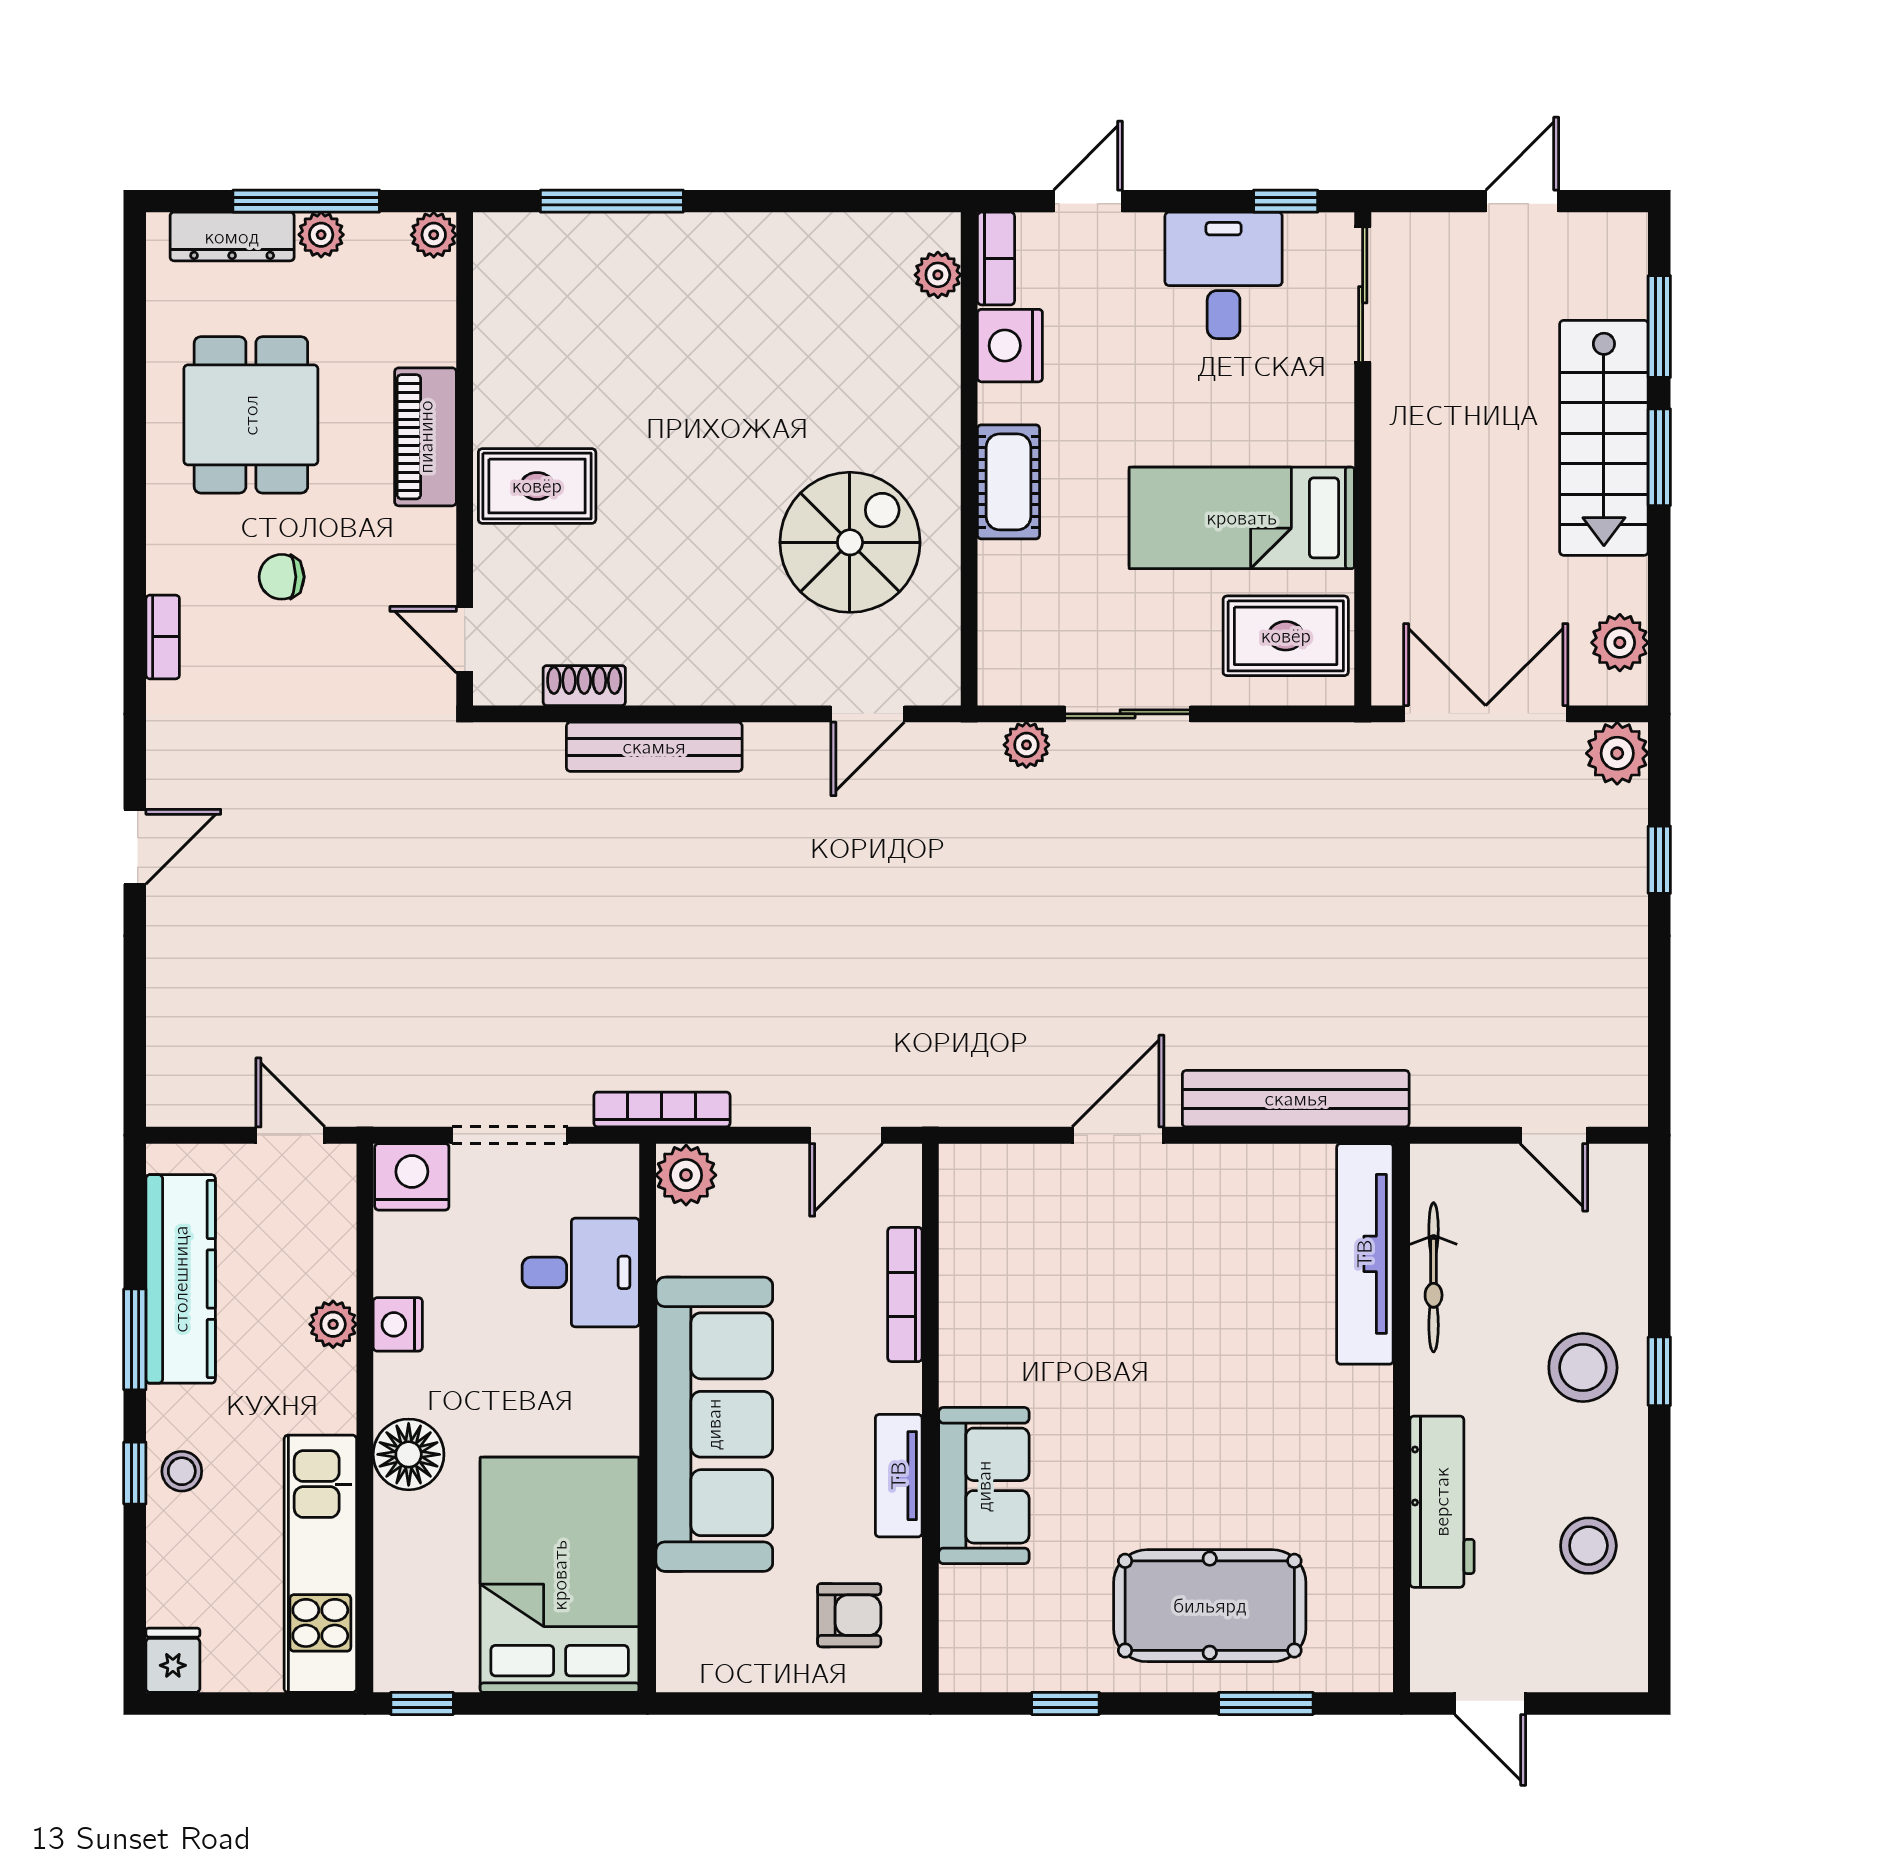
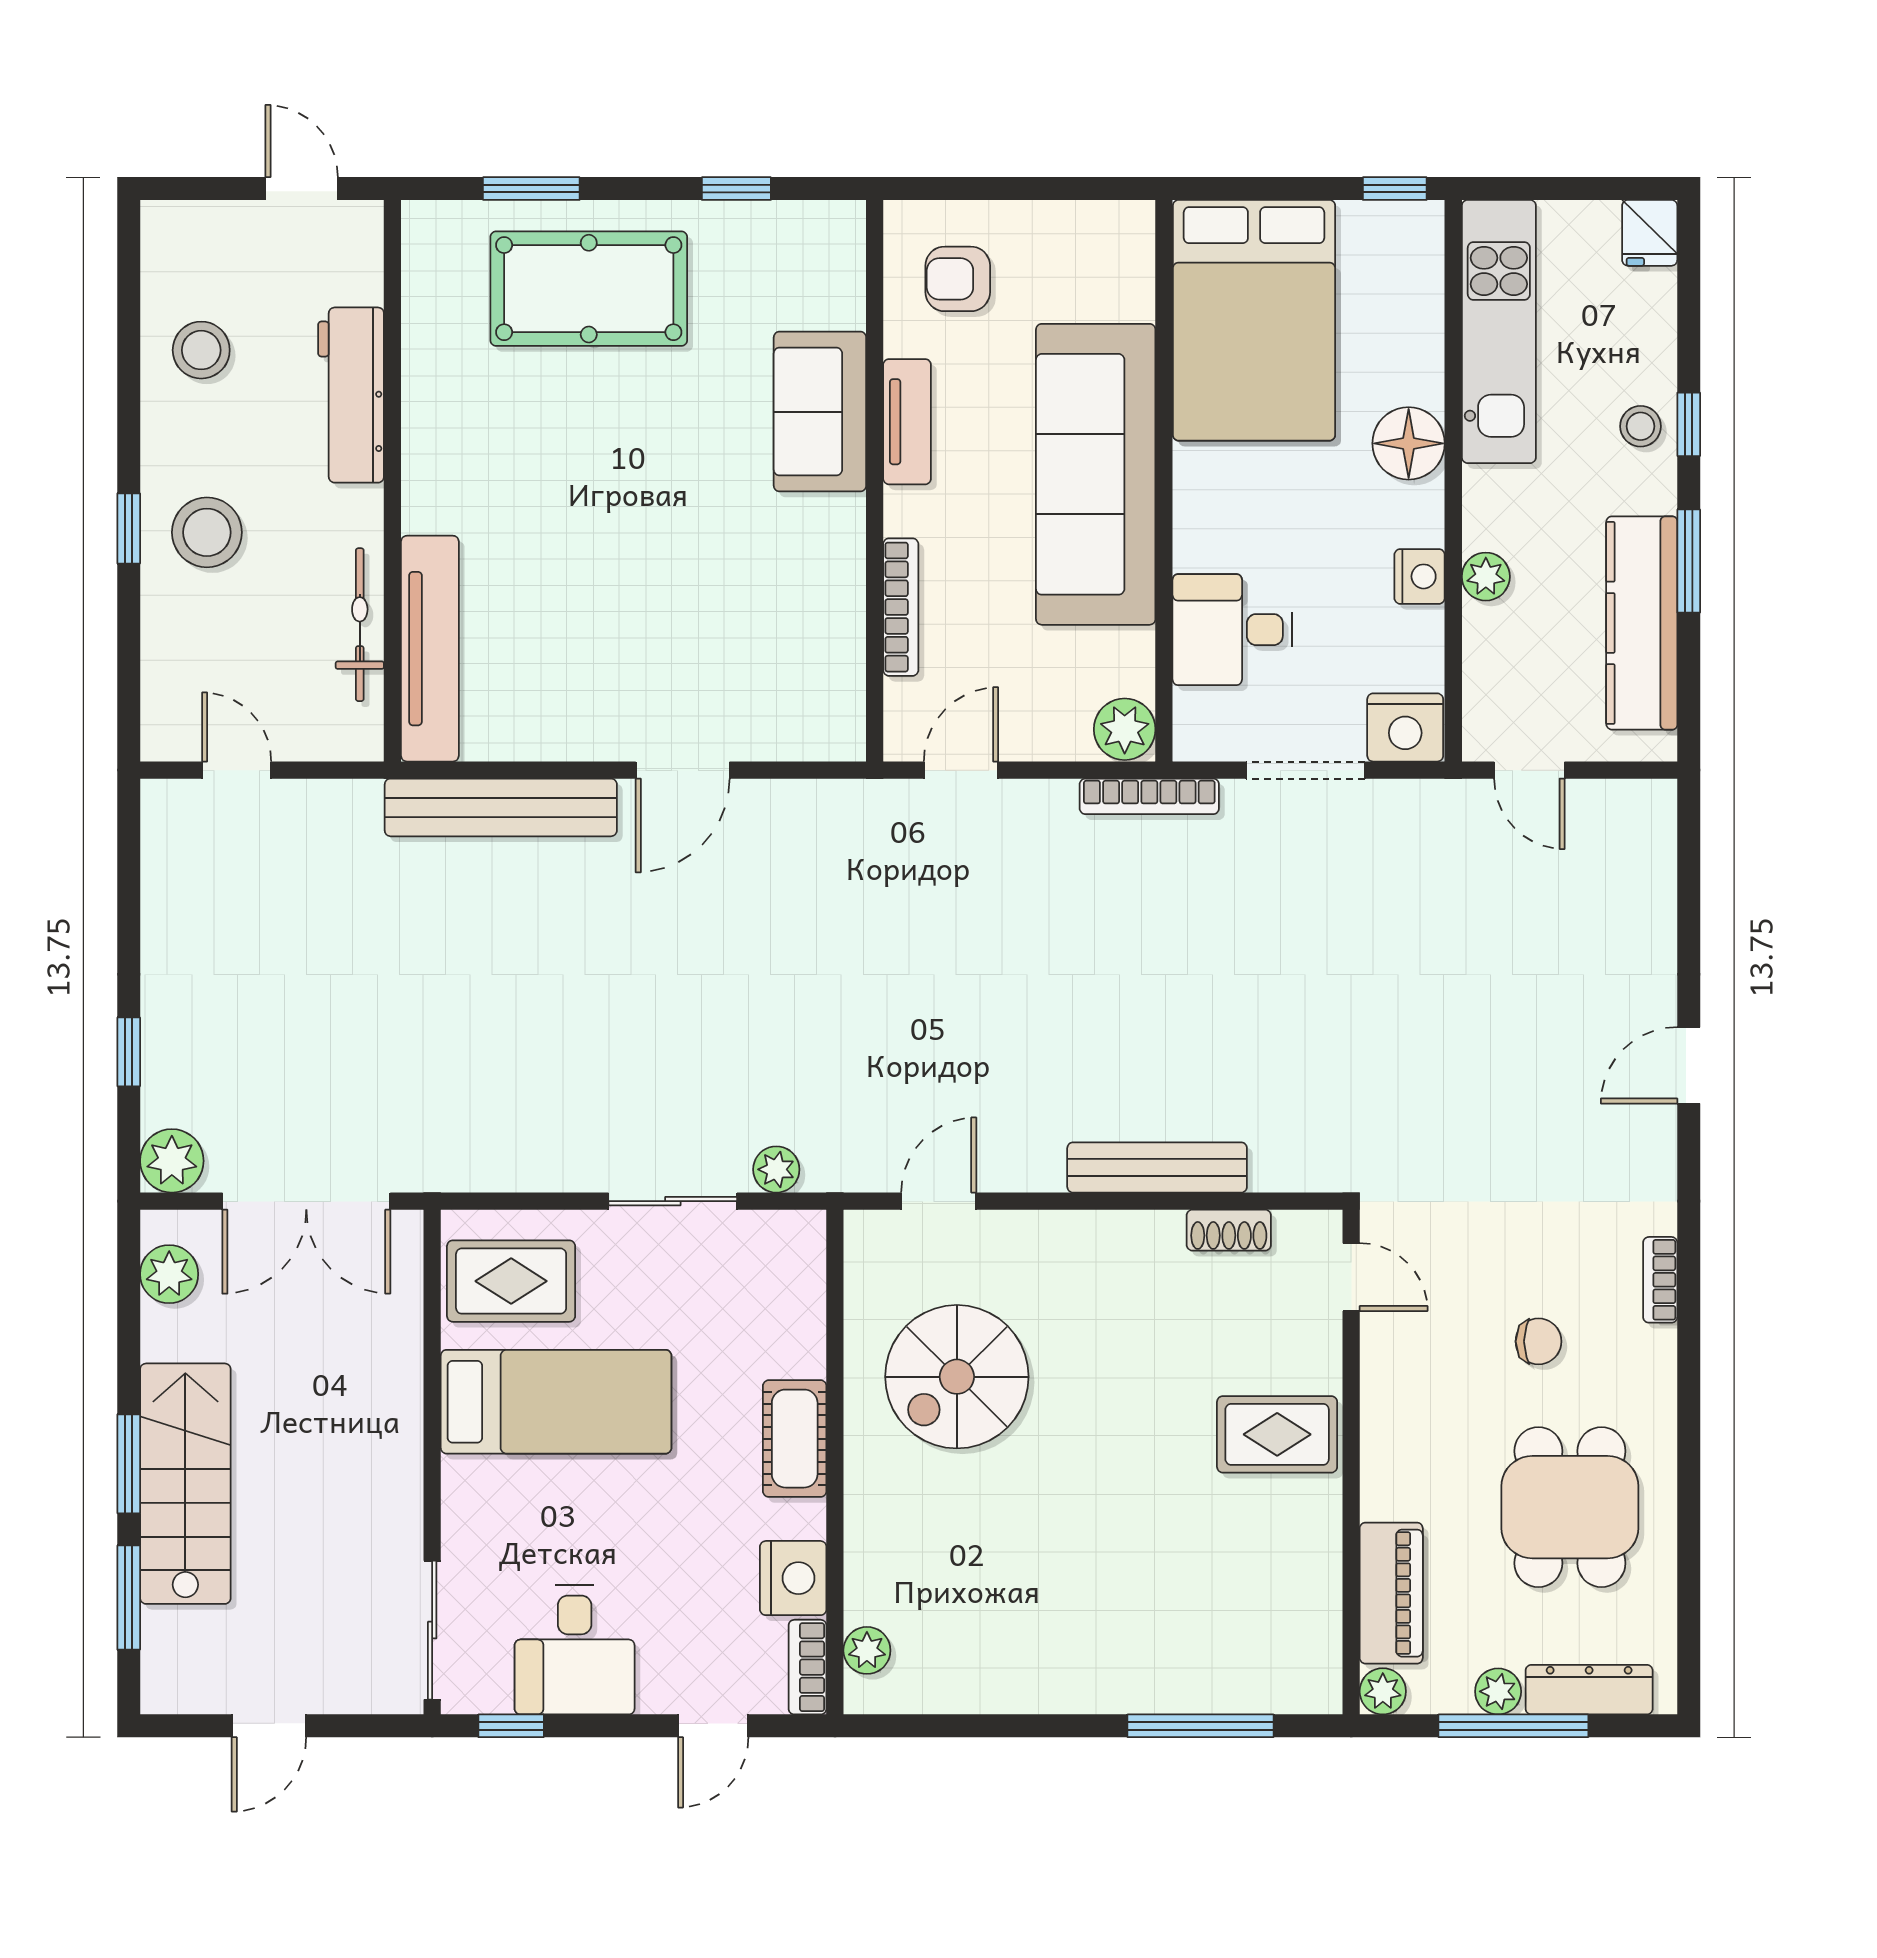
piano: (426, 437) -> (1391, 1593), moved

